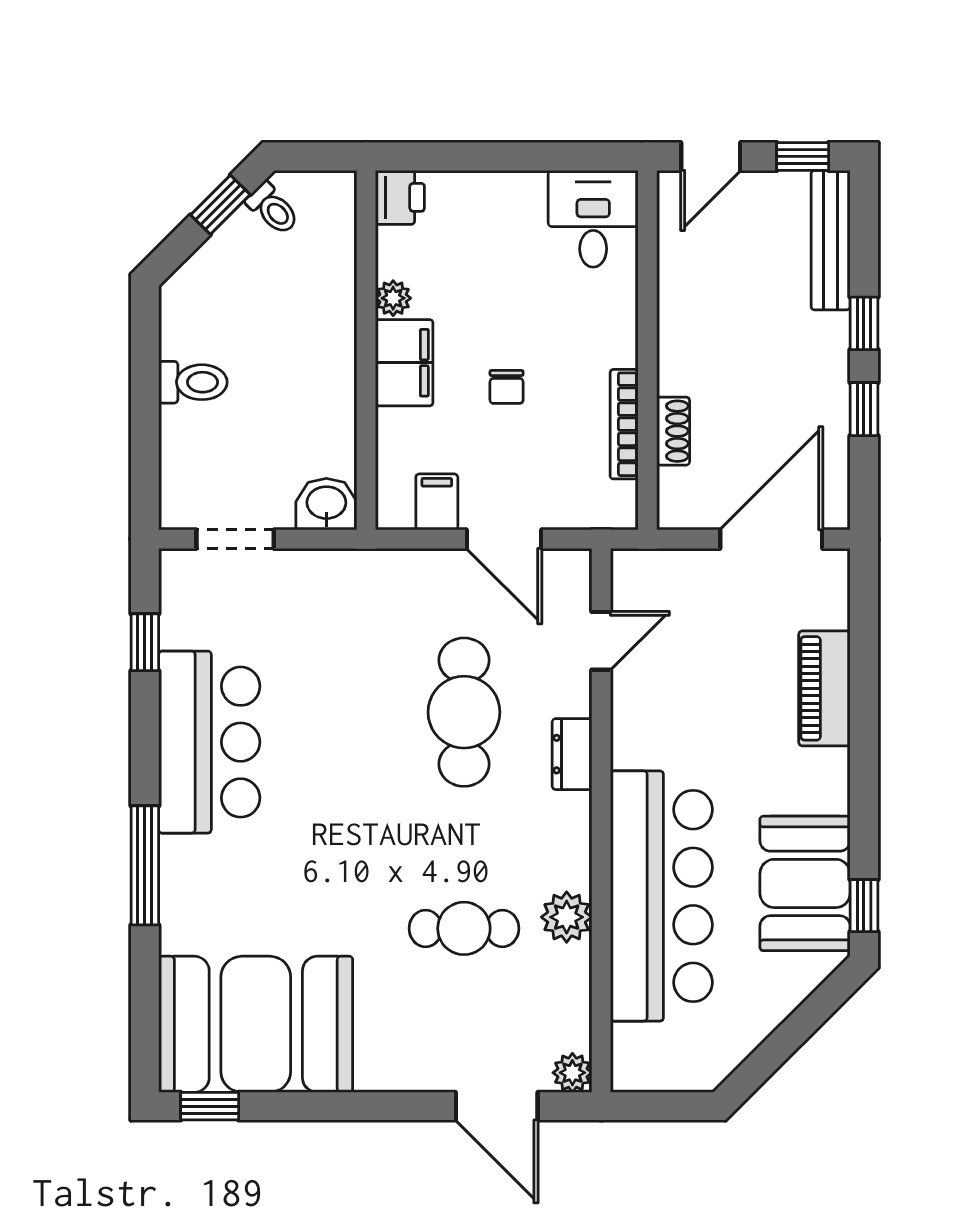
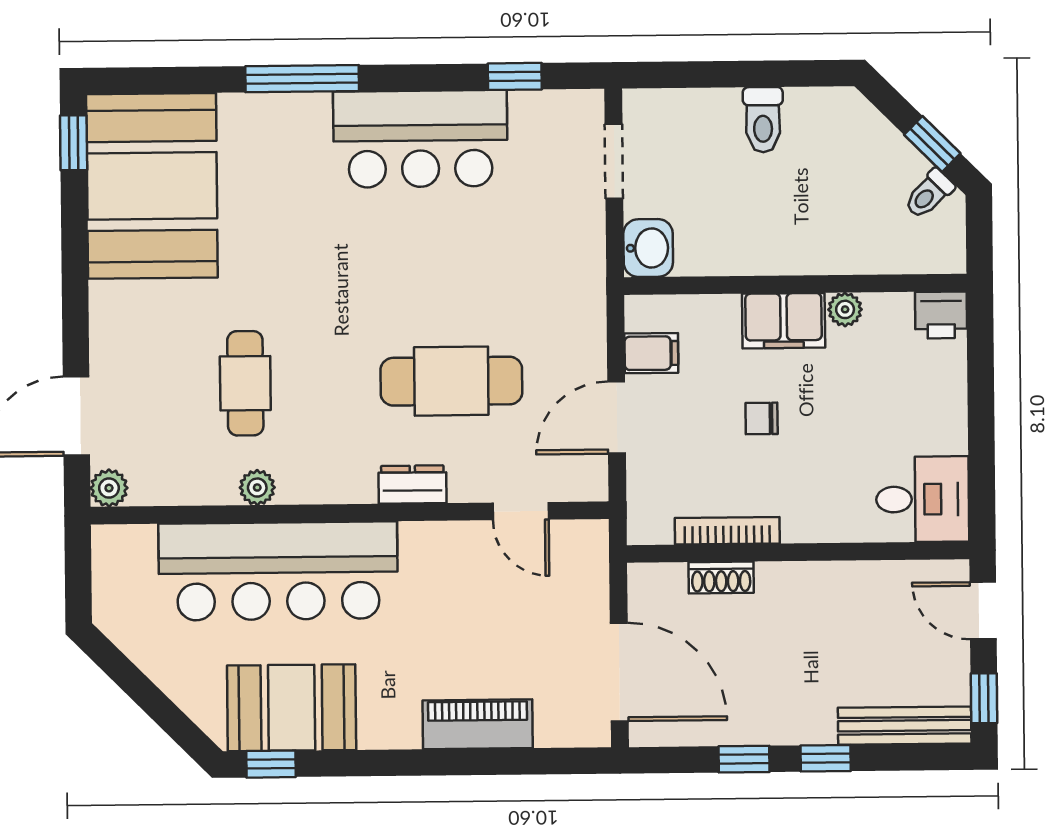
plant: (567, 917) -> (257, 488), width x0.73, depth x0.73

